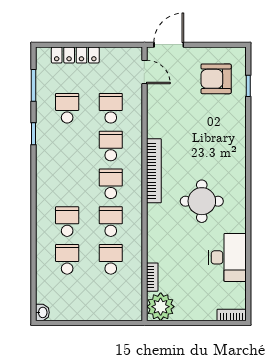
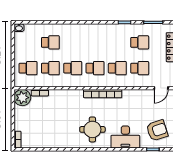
armchair: (216, 79) -> (157, 130), turned 72
round table: (202, 201) -> (92, 129), moved
school desk: (67, 222) -> (28, 68), moved
desk: (227, 257) -> (125, 137), moved

